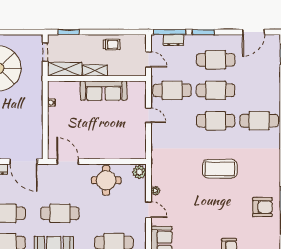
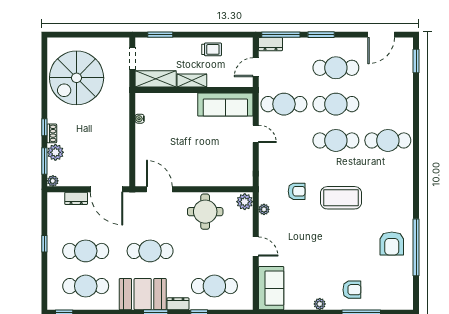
dresser: (173, 40) -> (270, 44), moved
door: (149, 59) -> (256, 67), swing flipped
sofa: (104, 91) -> (225, 104), moved
armchair: (183, 163) -> (297, 191), added
plant: (155, 191) -> (264, 209), moved
armchair: (262, 207) -> (392, 243), turned 90

